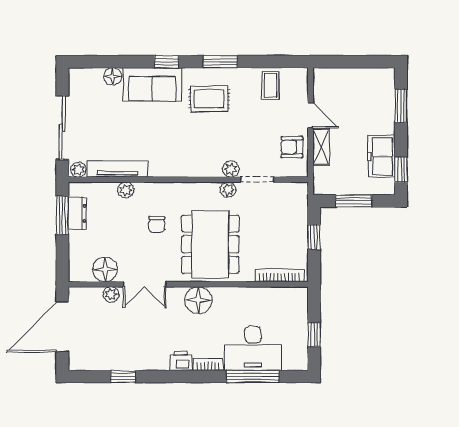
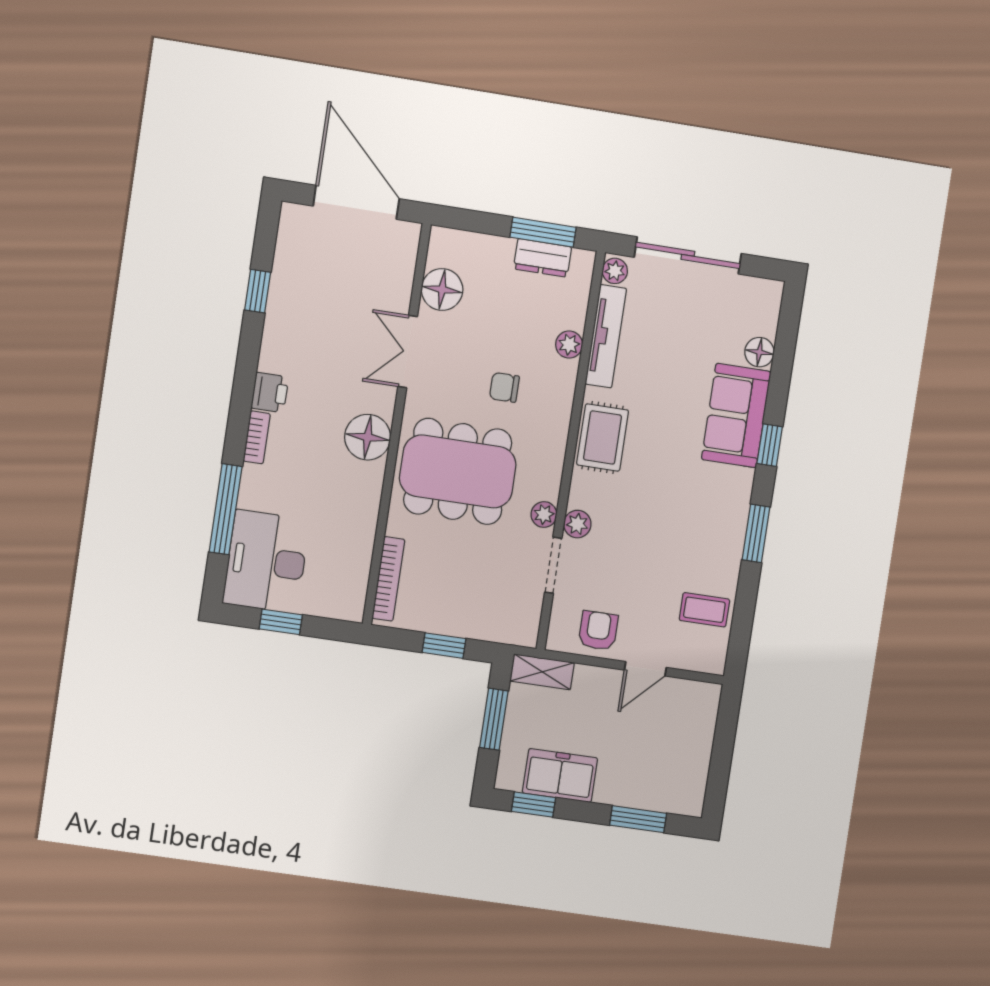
rug: (209, 99) -> (603, 437), moved
shelving: (321, 147) -> (542, 672), moved
plant: (111, 294) -> (399, 293), removed
desk: (253, 348) -> (266, 562), moved

